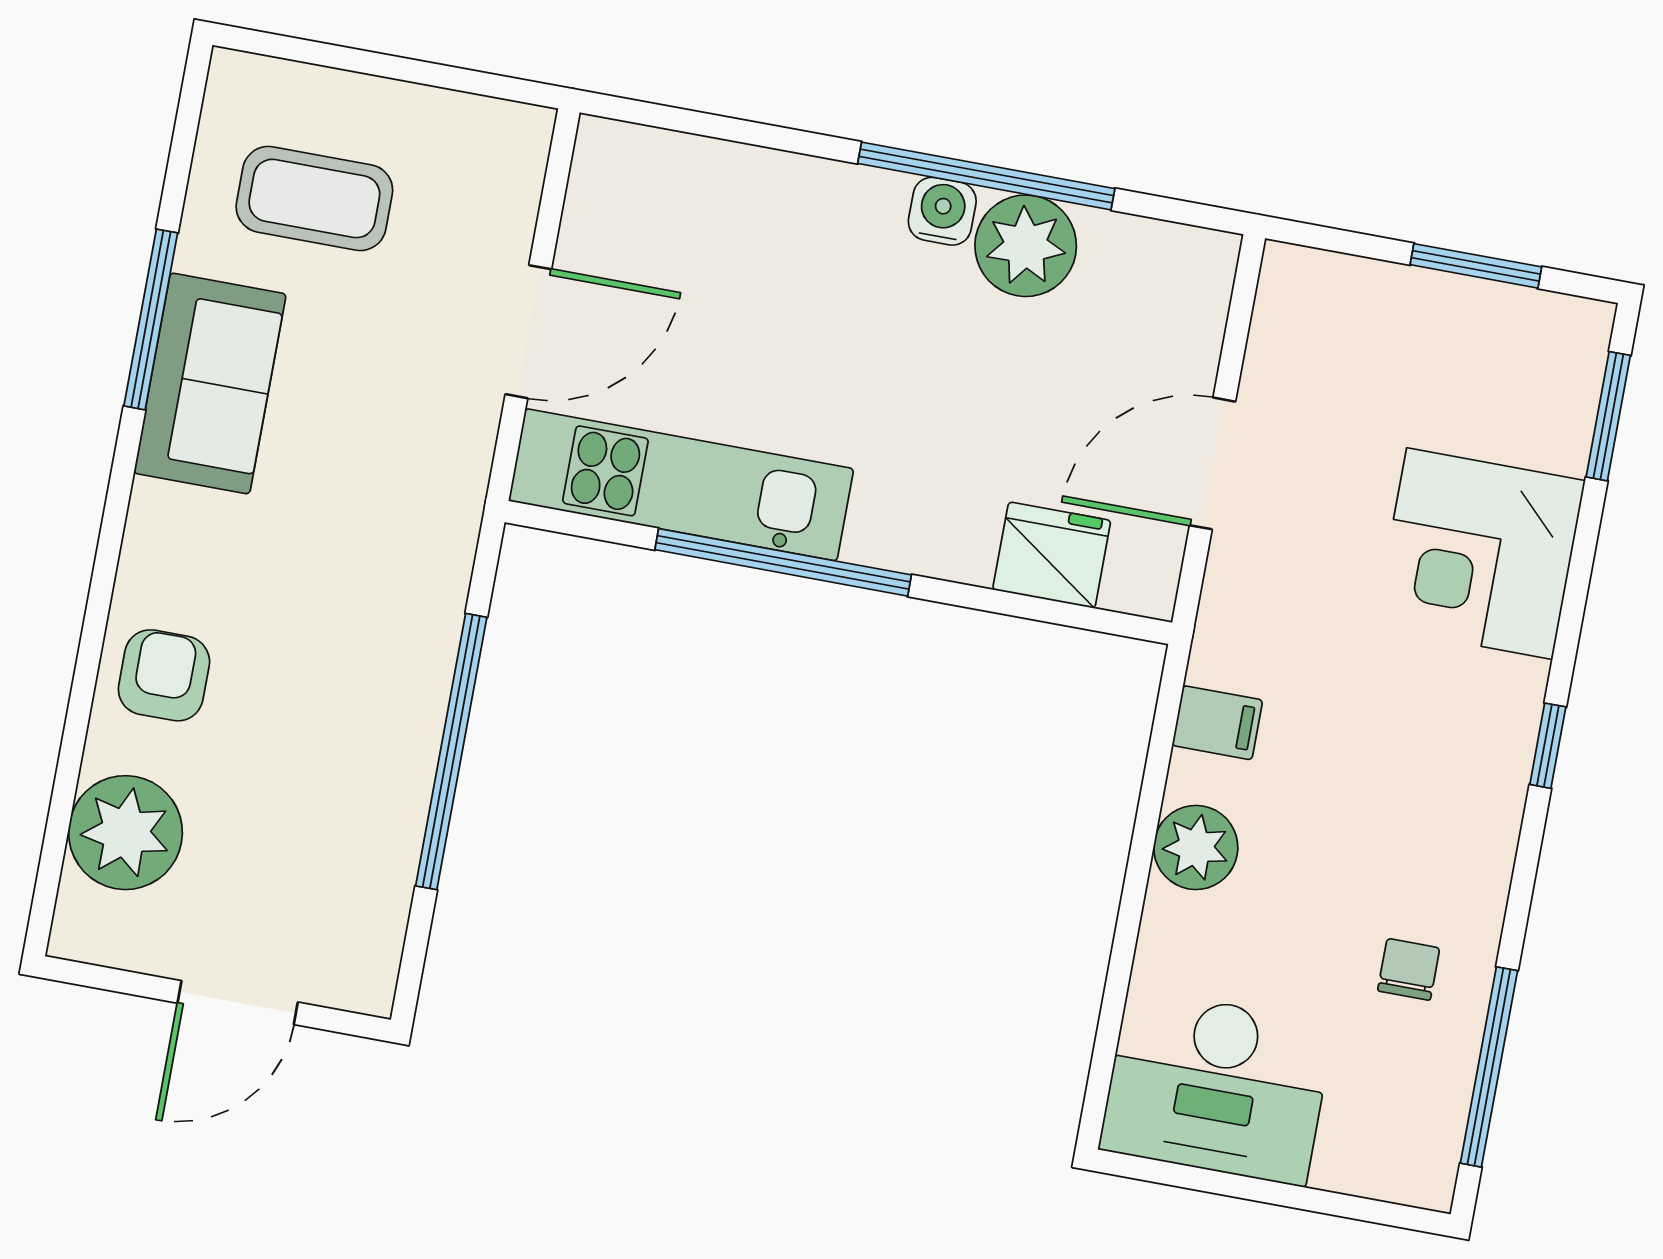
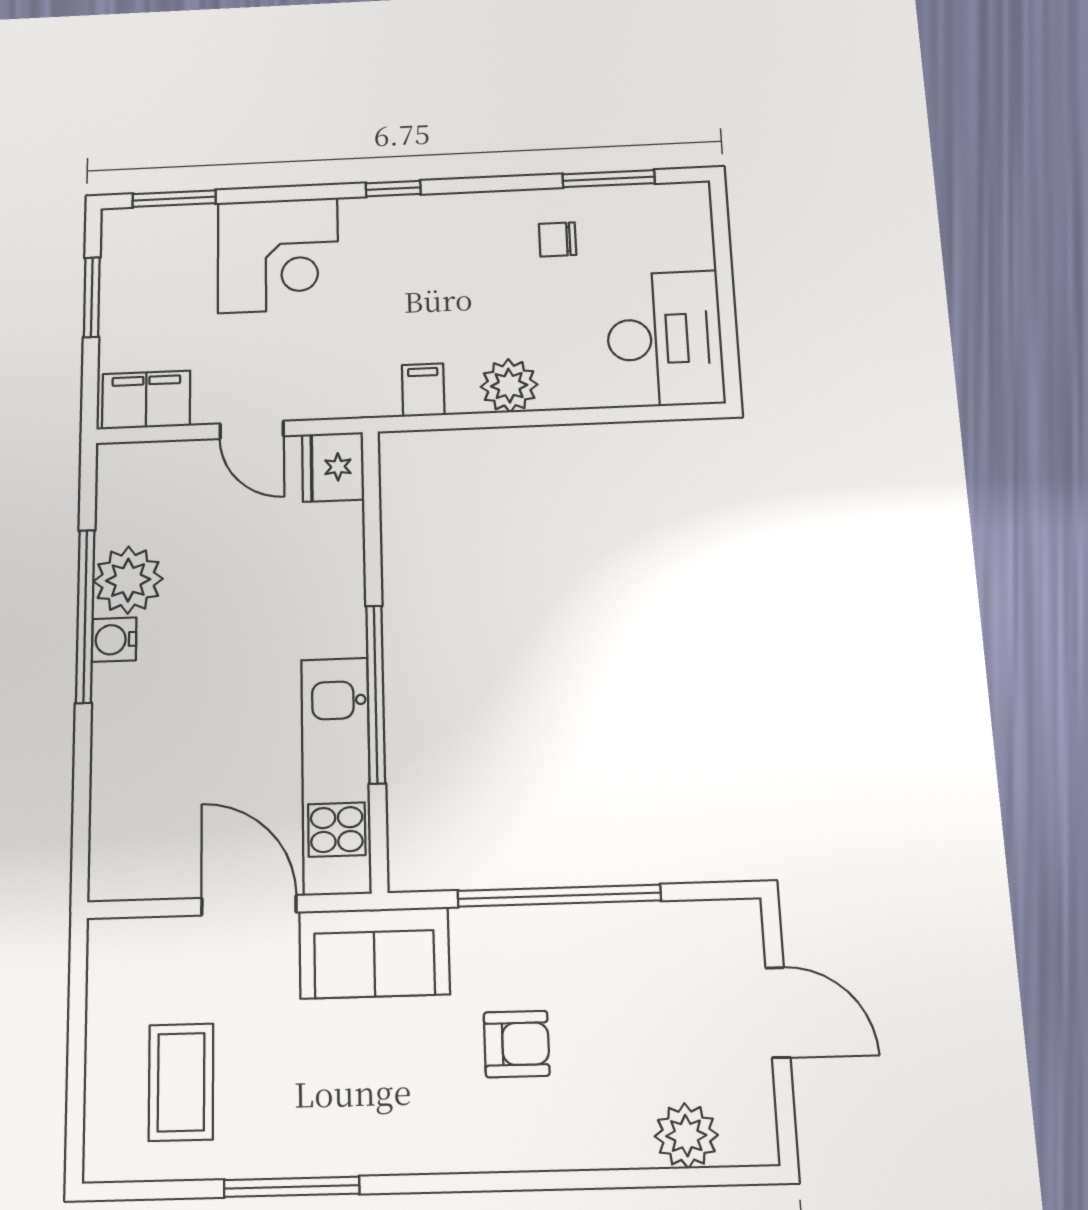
filing cabinet: (1294, 319) -> (146, 400), added
sofa: (210, 383) -> (374, 953), moved, turned 180
door: (1213, 463) -> (252, 430), width x0.73
fridge: (1052, 555) -> (333, 467), moved
armchair: (164, 675) -> (517, 1044), moved, turned 180
plant: (125, 833) -> (686, 1136), width x0.73, depth x0.73
window: (1489, 1067) -> (609, 179), width x0.69

